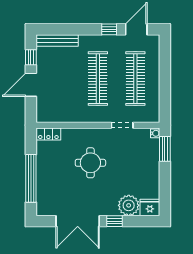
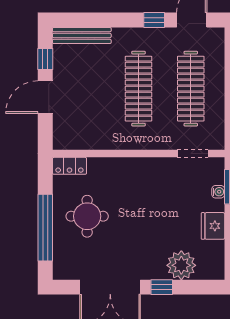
doorway: (122, 125) -> (193, 154), moved
water cooler: (155, 133) -> (218, 192), moved
round table: (90, 163) -> (87, 216), moved
fridge: (150, 208) -> (213, 226), moved, turned -90

